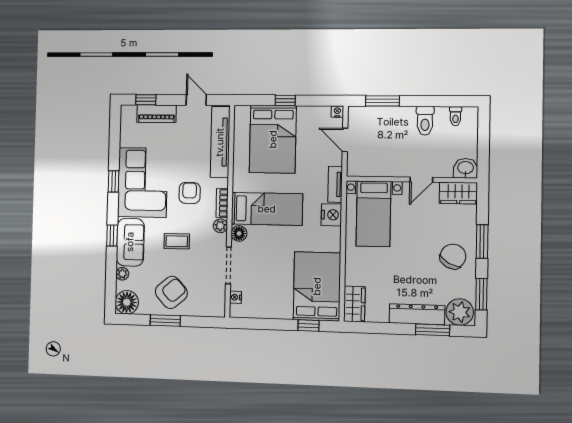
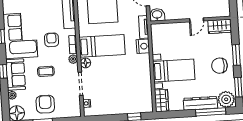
washbasin: (466, 168) -> (157, 15), moved
bed with nightstands: (374, 214) -> (174, 70), moved, turned -90
chair: (453, 256) -> (219, 66), turned -119
bed: (317, 286) -> (138, 92), removed
armchair: (171, 292) -> (45, 104), turned -49
window: (433, 330) -> (211, 112), width x1.44

